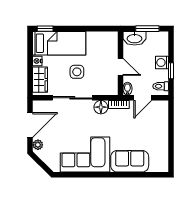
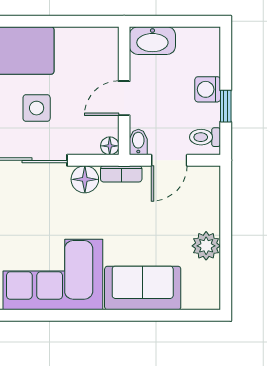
window: (147, 29) -> (178, 21), removed
door: (120, 67) -> (124, 98), swing flipped
floor lamp: (113, 91) -> (110, 146), added
plant: (161, 140) -> (206, 246), added

